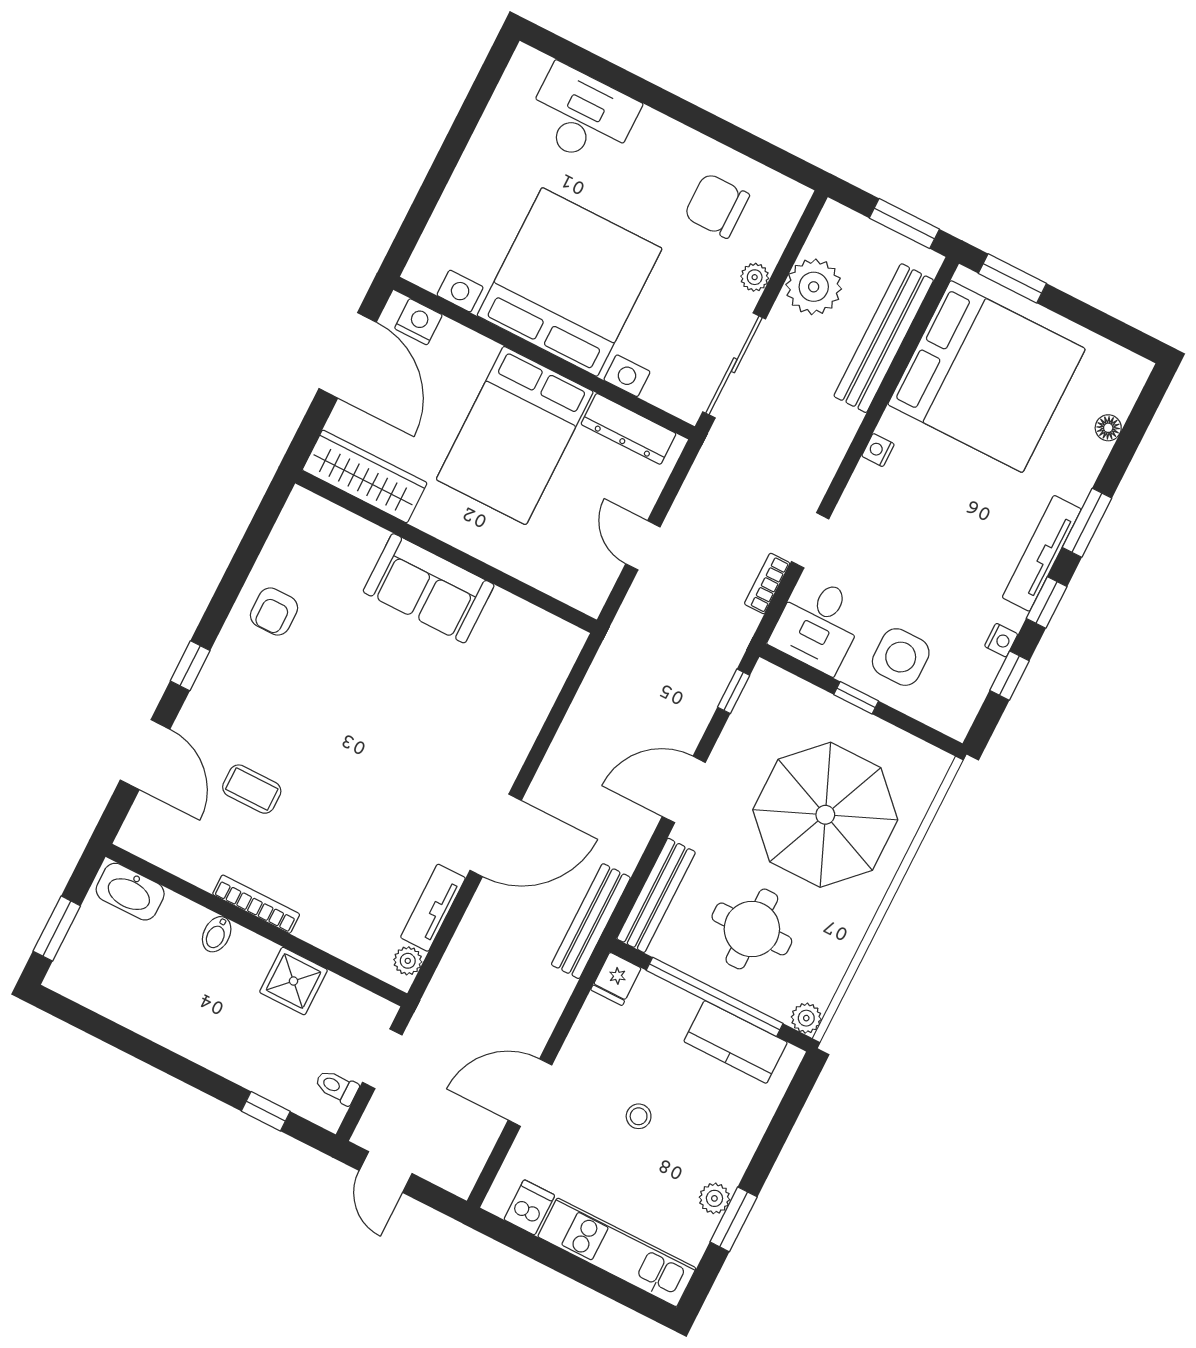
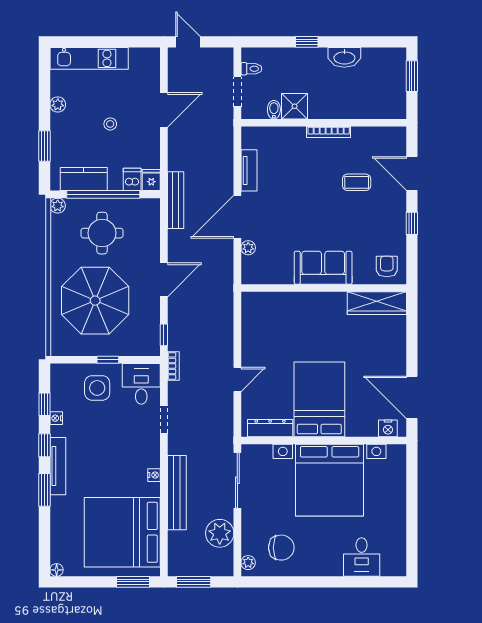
desk: (582, 116) -> (362, 557), width x0.73
plant: (755, 277) -> (248, 563), moved
bench: (884, 338) -> (177, 493), moved
floor lamp: (1108, 428) -> (57, 570), moved
wardrobe: (365, 476) -> (377, 303), moved
door: (643, 545) -> (237, 379), hinge flipped
wall: (446, 551) -> (324, 288), moved
bookcase: (767, 583) -> (173, 366), moved
sofa: (429, 588) -> (323, 268), moved
washbasin: (130, 892) -> (344, 57), moved, turned 180
bench: (656, 895) -> (152, 226), removed
bidet: (217, 934) -> (274, 110), moved
plant: (408, 961) -> (248, 248), moved
window: (266, 1111) -> (307, 42), moved
door: (386, 1172) -> (188, 42), moved
dishwasher: (529, 1207) -> (132, 179), moved, turned 180
window: (734, 1219) -> (44, 146), moved

